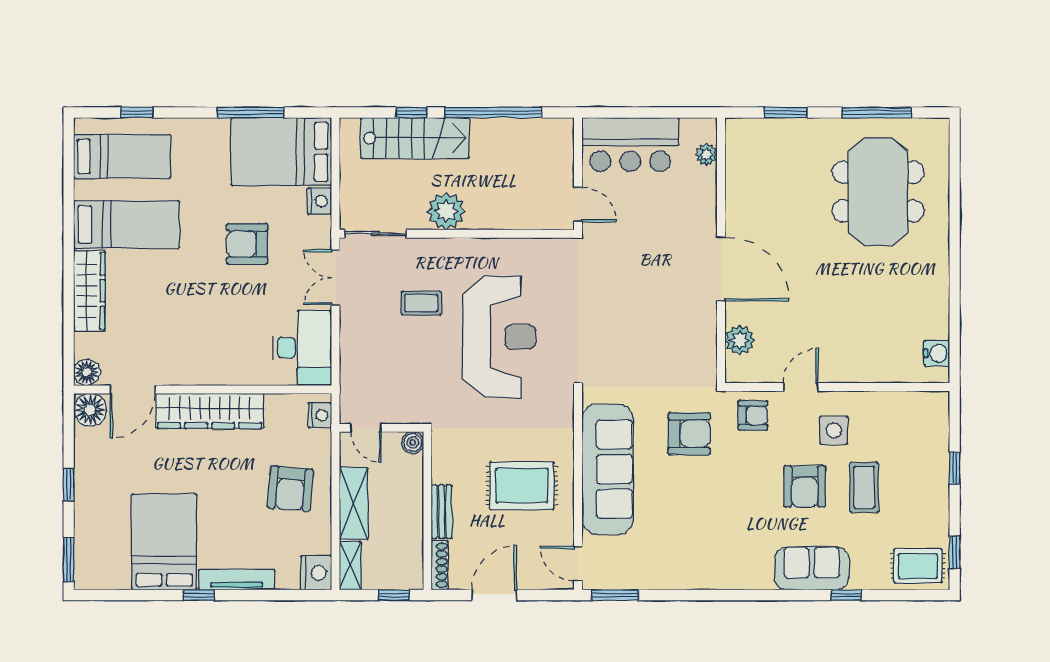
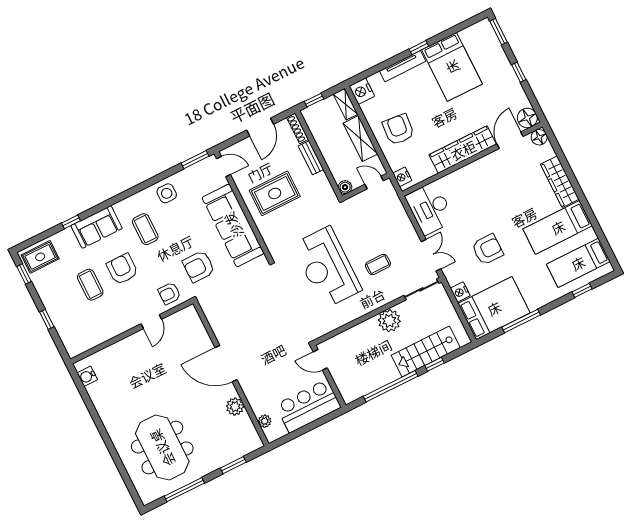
plant: (740, 340) -> (235, 407), moved
side table: (834, 430) -> (167, 193), moved
coffee table: (741, 529) -> (145, 229), added

